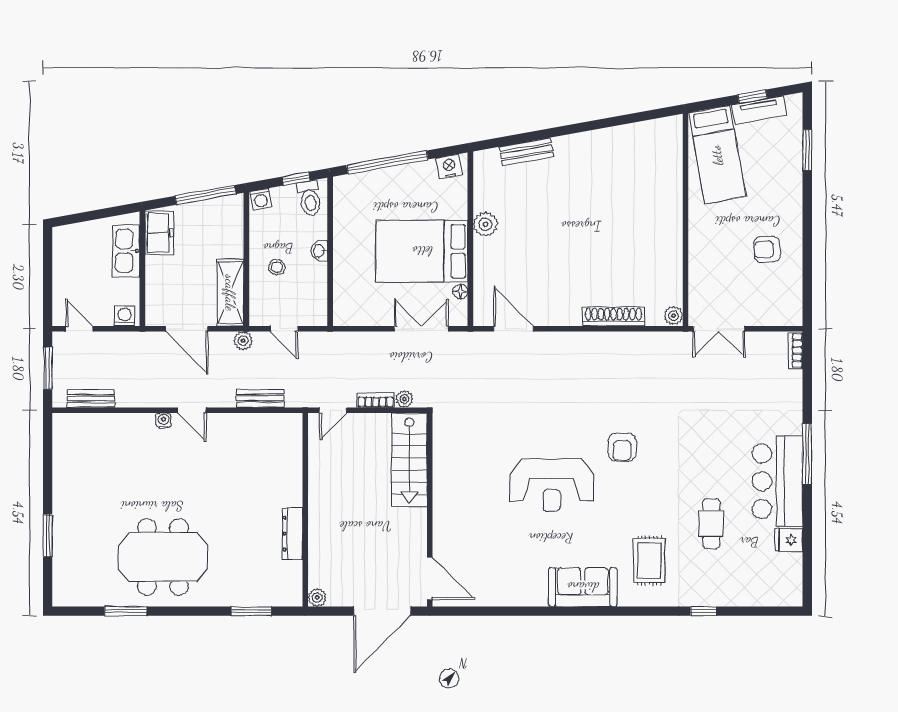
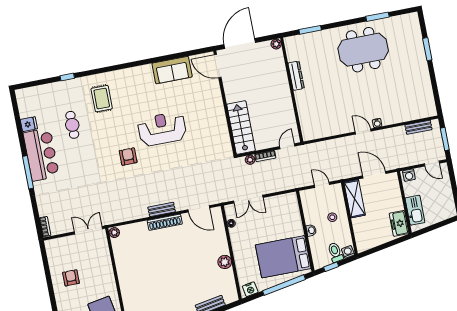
window: (206, 195) -> (378, 249), removed
toilet: (310, 198) -> (335, 252), moved
armchair: (767, 249) -> (71, 278), turned -87
bed: (422, 251) -> (283, 257), moved, turned 180
shoe rack: (613, 316) -> (165, 222), moved
plant: (243, 341) -> (343, 174), removed
bench: (260, 398) -> (162, 209), moved
sofa: (583, 587) -> (172, 70), moved

